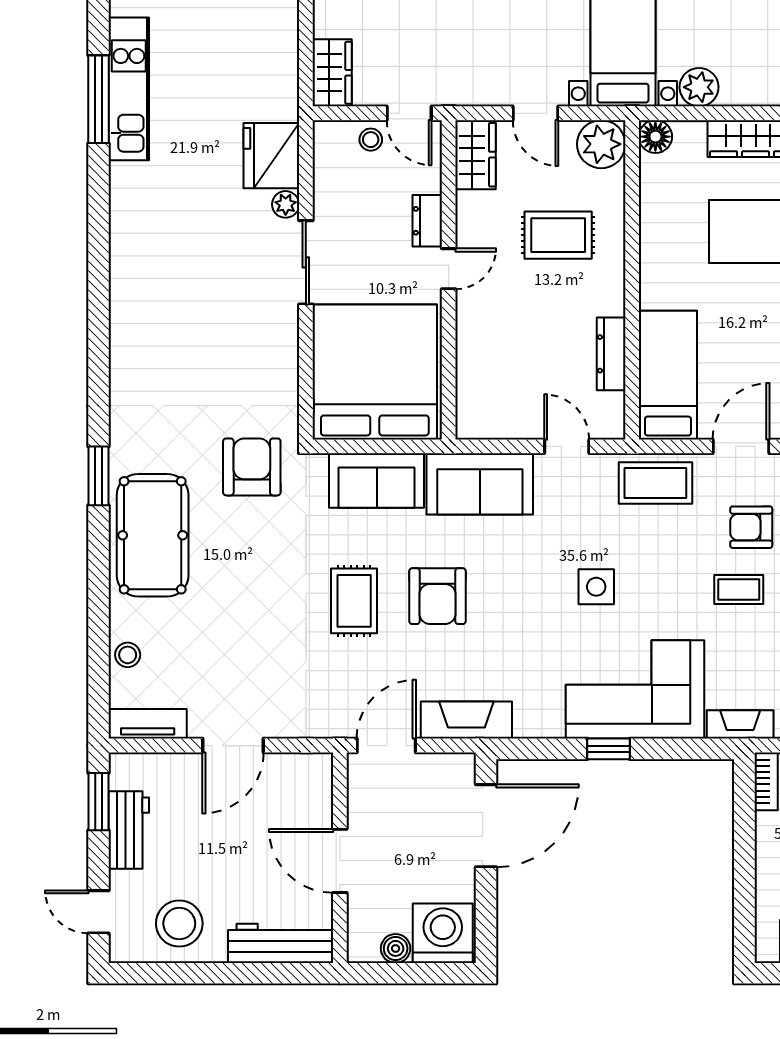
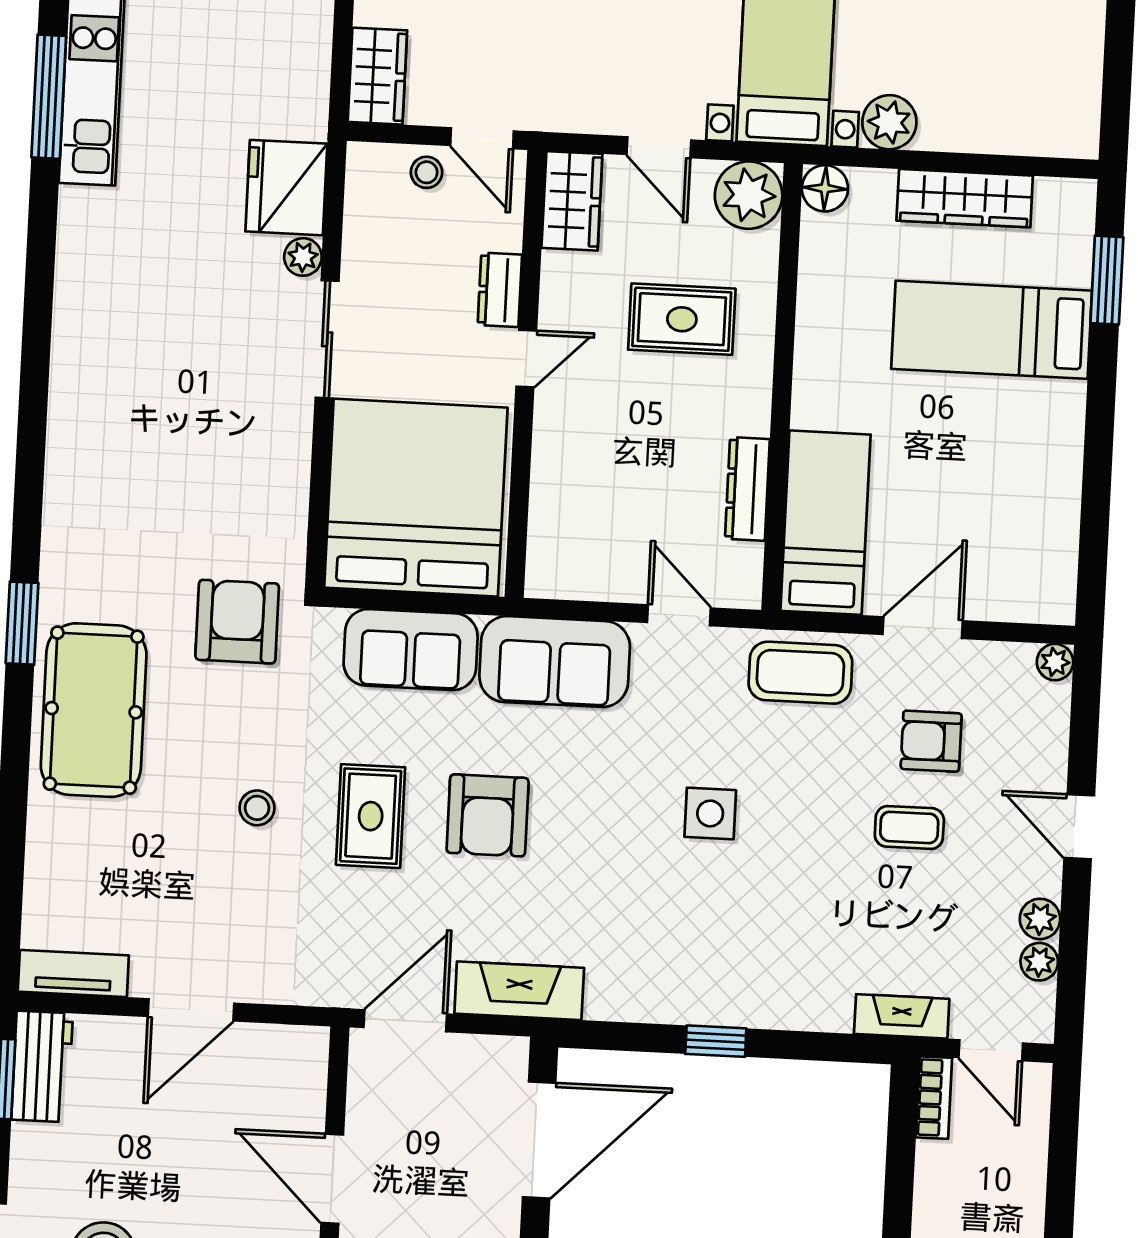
stool: (128, 655) -> (257, 808), moved
corner sofa: (635, 689) -> (757, 960), removed
workbench: (129, 830) -> (42, 1066), moved

